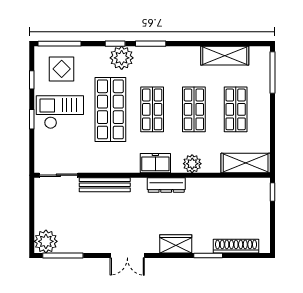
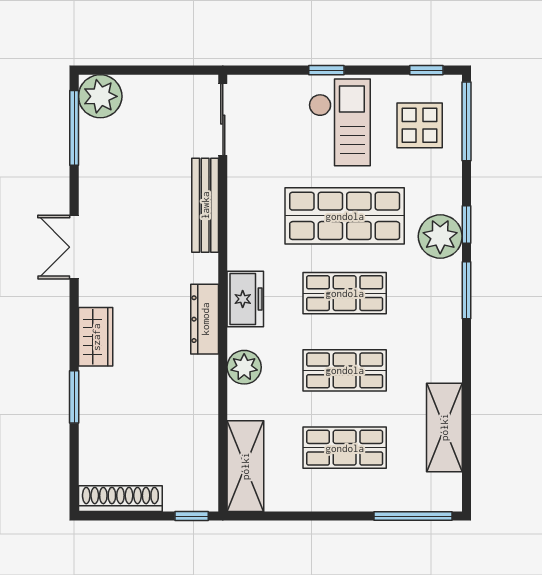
window: (32, 80) -> (426, 70), moved
shoe rack: (236, 246) -> (120, 499), moved, turned -90

